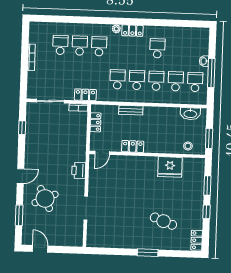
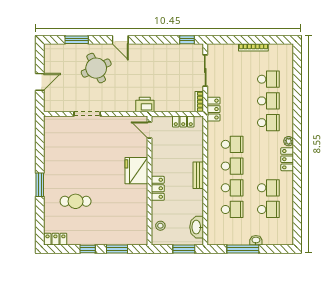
school desk: (195, 82) -> (268, 209), moved
bench: (131, 110) -> (198, 175), moved
window: (22, 128) -> (187, 40), moved
window: (209, 138) -> (184, 249), moved
locker: (133, 146) -> (158, 188), moved
fridge: (170, 167) -> (136, 171), moved
printer: (79, 170) -> (145, 105), moved
cafe table: (163, 221) -> (76, 201), turned 69
door: (40, 249) -> (40, 82), moved

